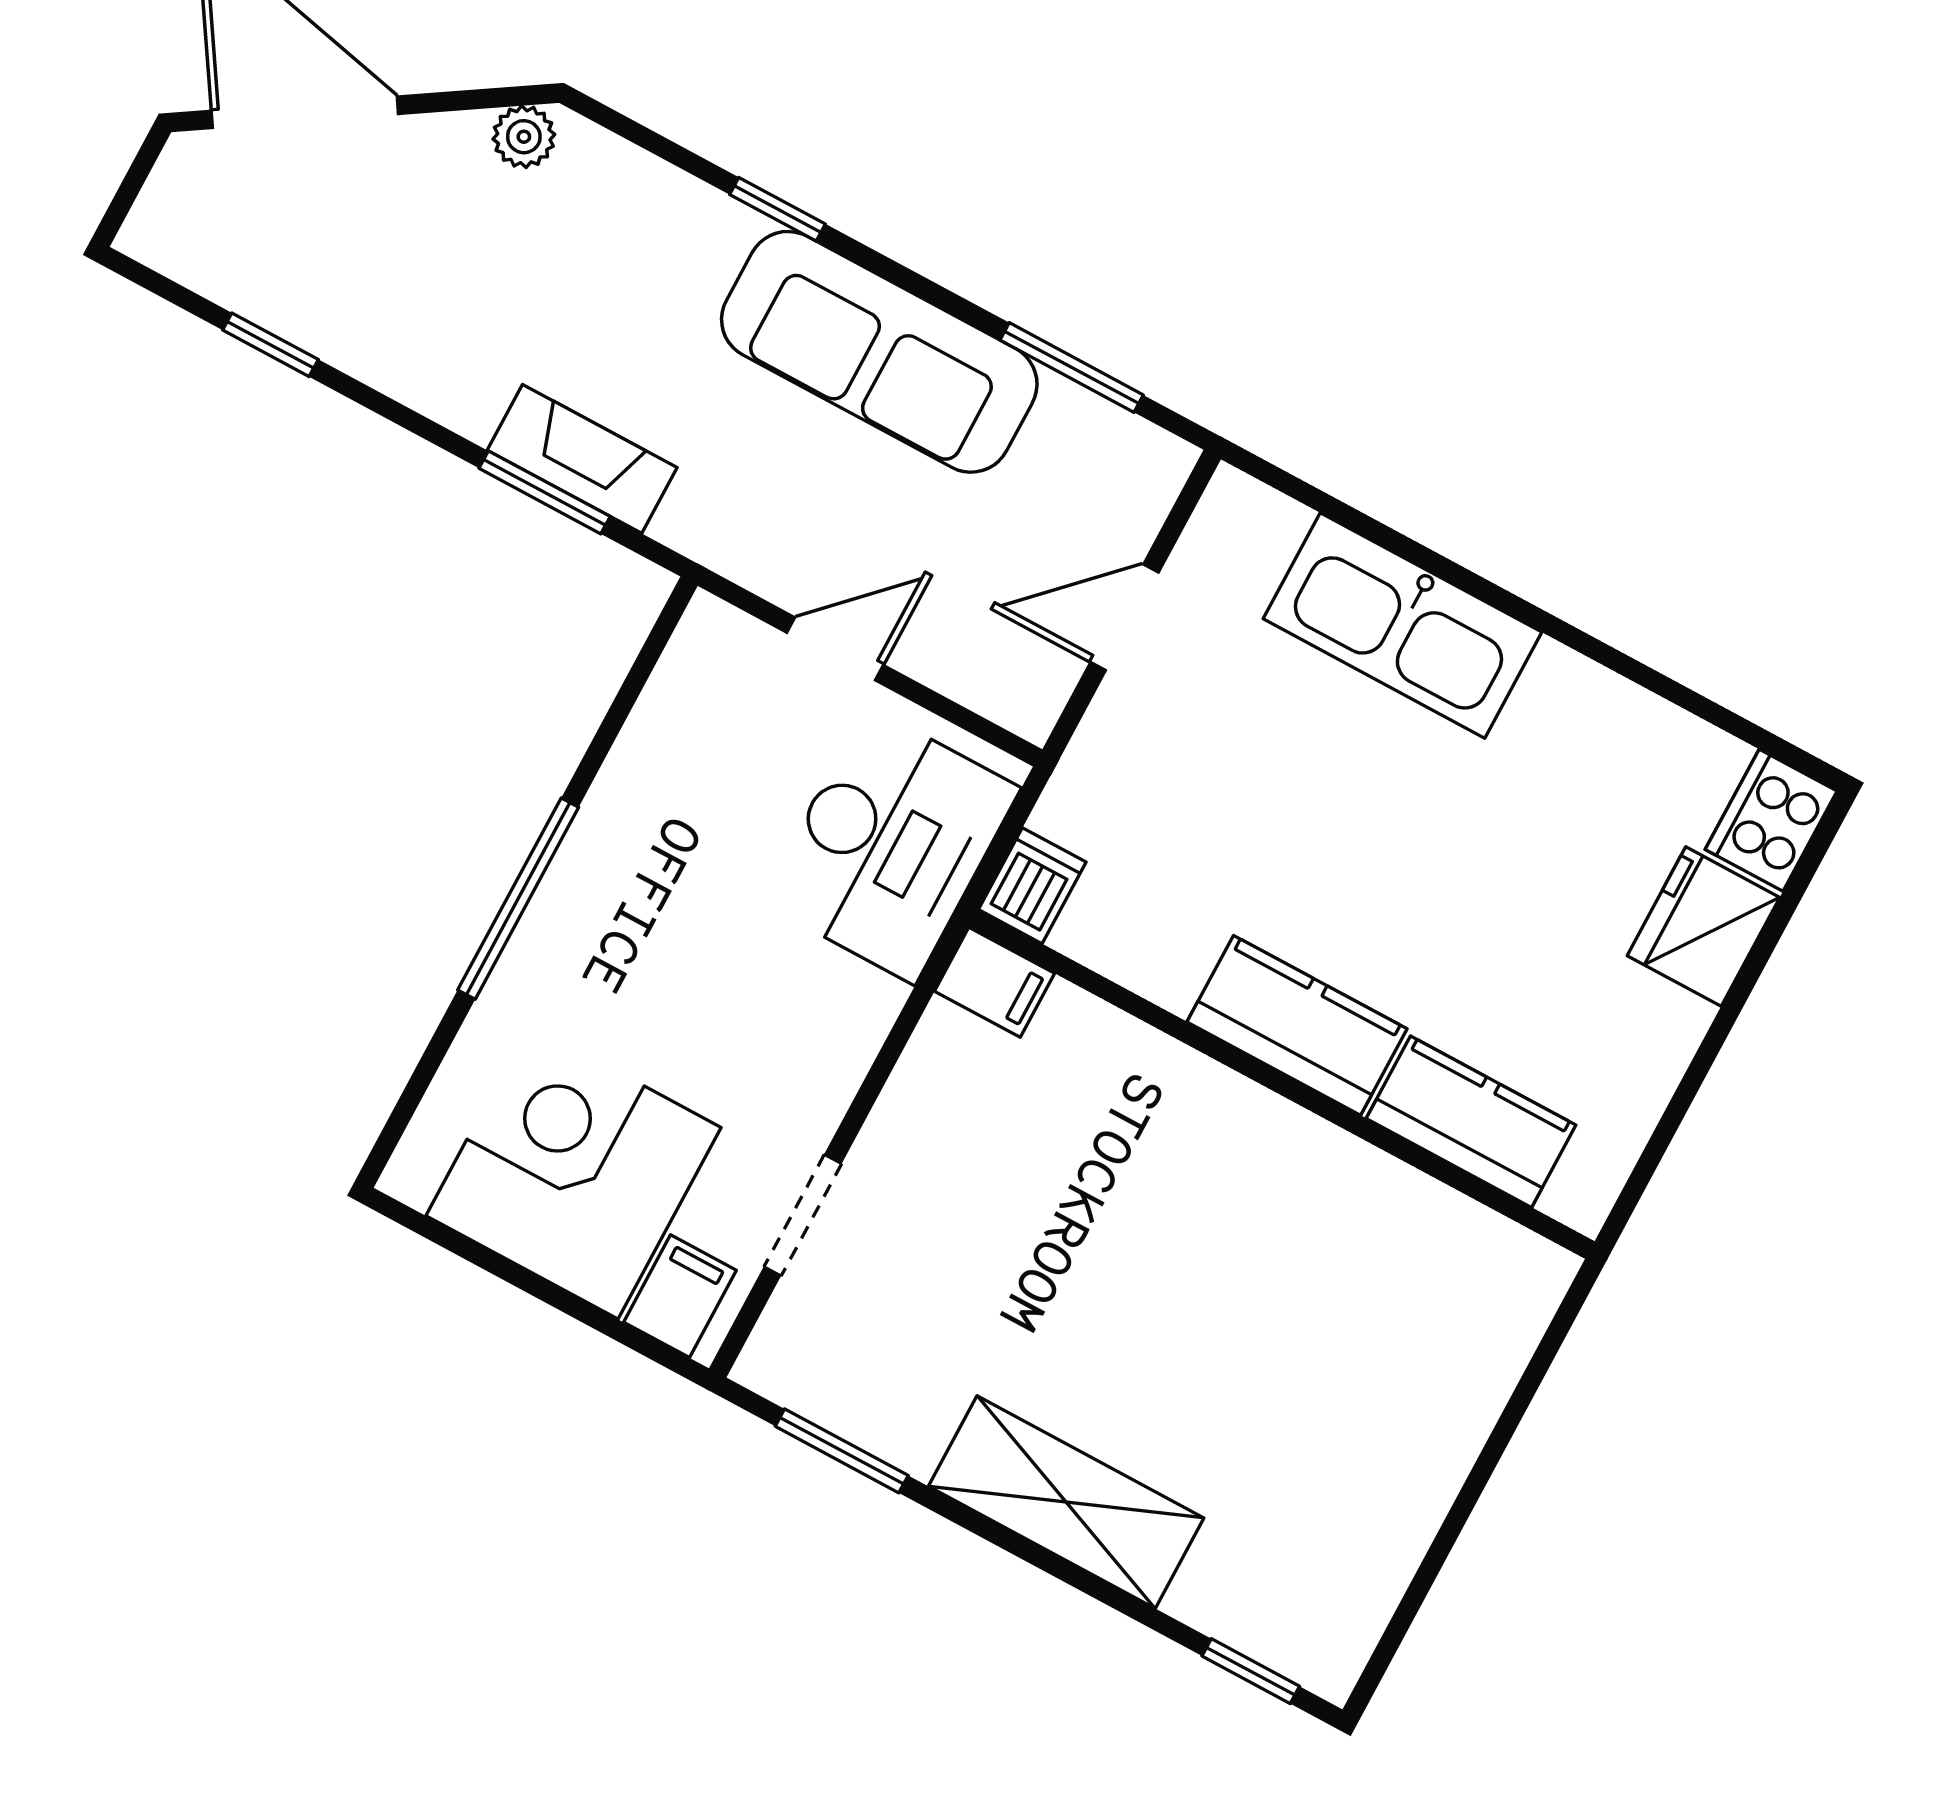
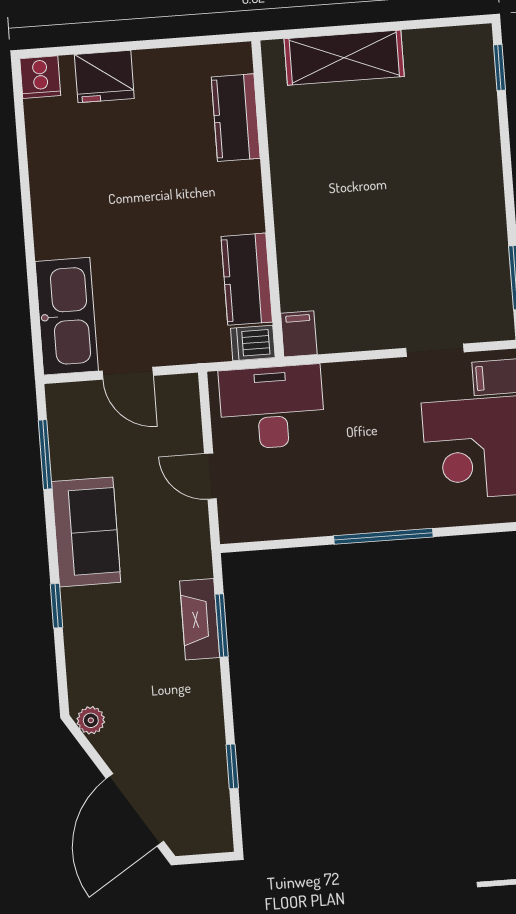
sofa: (879, 352) -> (86, 532), width x0.73
kitchen sink: (1402, 625) -> (67, 316), moved
cooker: (1771, 820) -> (40, 77), width x0.73
kitchen counter: (1297, 1025) -> (247, 279), moved
shelving: (1066, 1502) -> (344, 58), moved, turned 90

